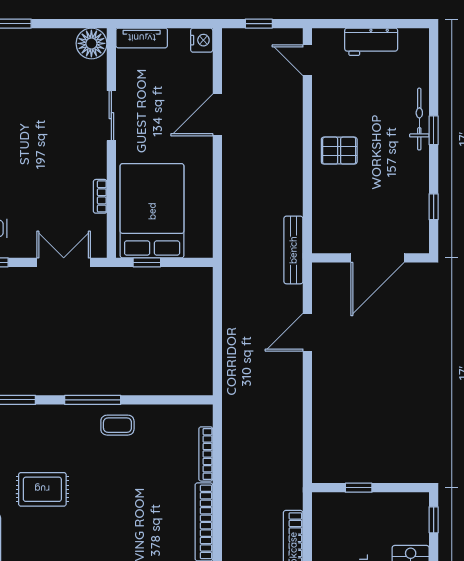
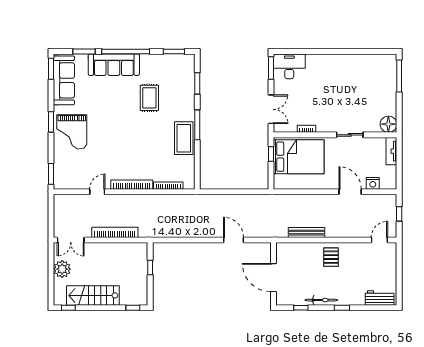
nightstand: (202, 40) -> (373, 183), moved
workbench: (371, 42) -> (380, 298), moved, turned 90
bicycle: (419, 119) -> (321, 300), moved
bench: (293, 250) -> (306, 233), moved
coffee table: (117, 425) -> (184, 138), width x1.86, depth x1.72

